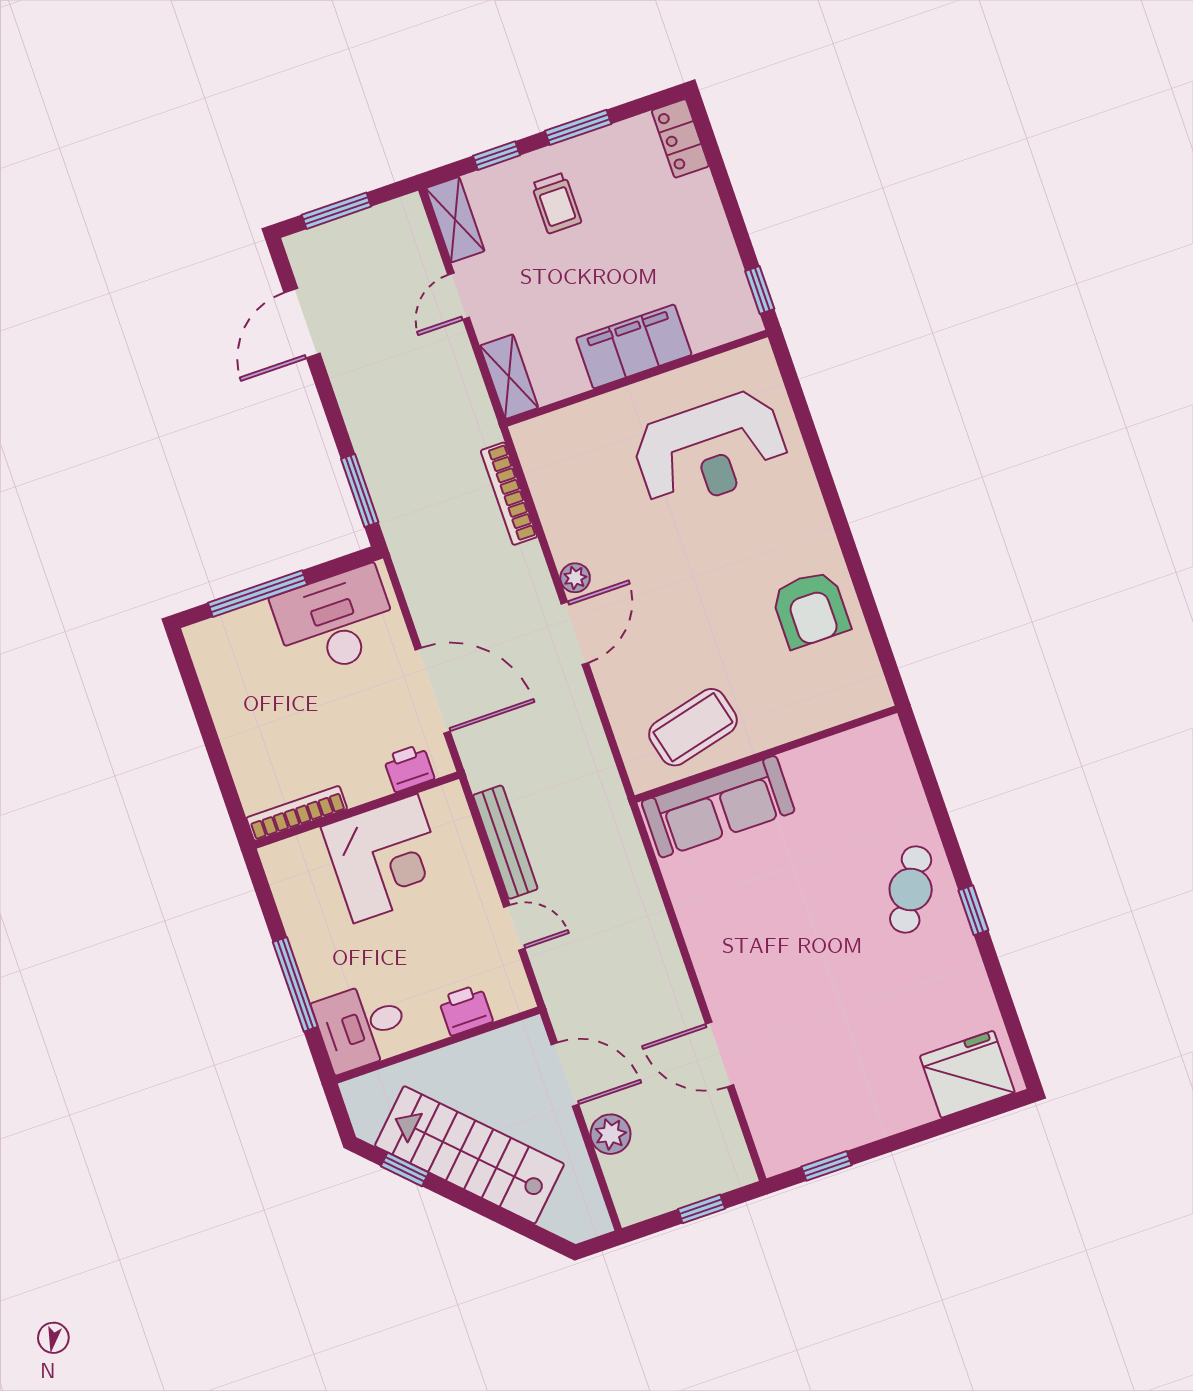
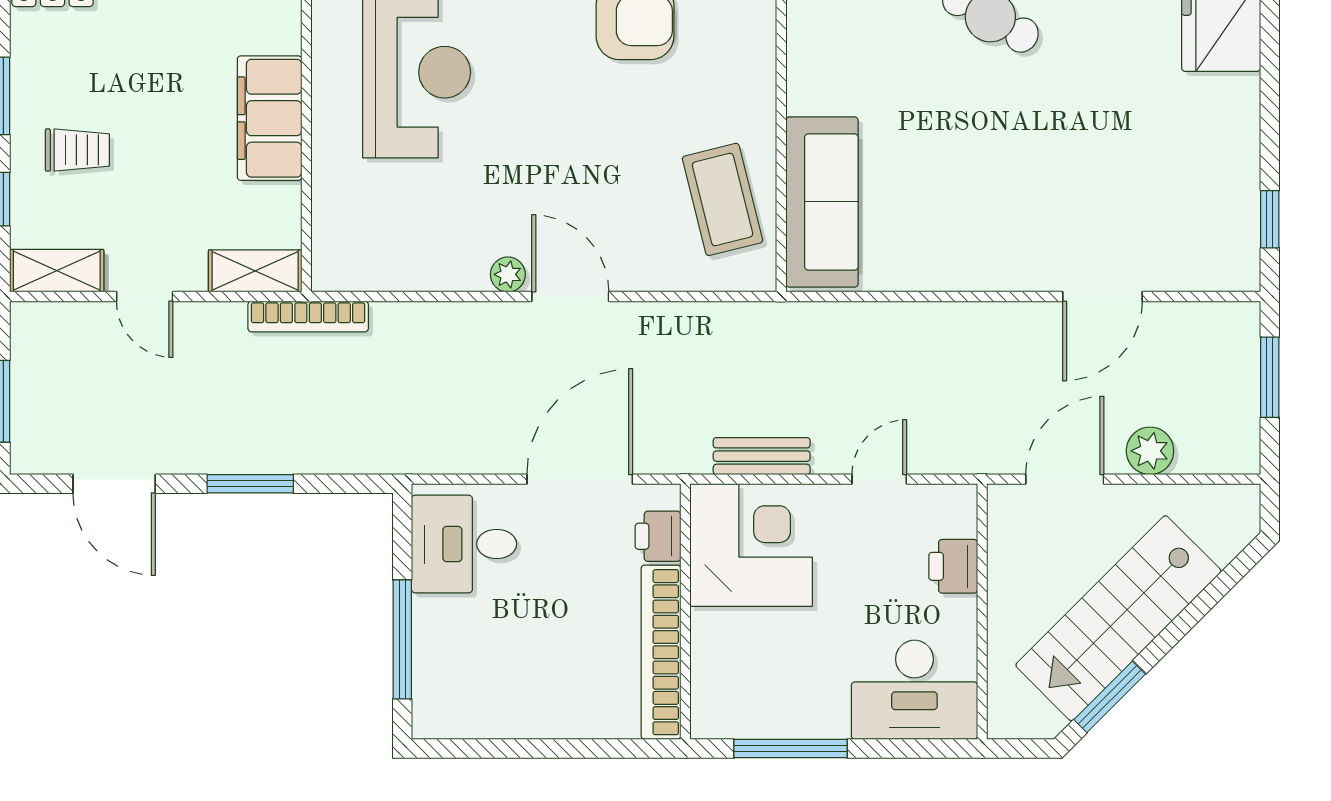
window: (360, 490) -> (250, 484), moved
bookcase: (509, 494) -> (308, 316), moved
desk: (335, 621) -> (464, 544), width x0.73
bookcase: (297, 813) -> (661, 652), width x1.48, depth x1.31
bench: (505, 842) -> (762, 456), width x0.73
corner desk: (385, 859) -> (751, 545), moved
window: (295, 984) -> (791, 749), moved
desk: (362, 1026) -> (914, 690), width x1.37
window: (405, 1169) -> (1110, 697), width x1.50
window: (701, 1209) -> (1270, 377), width x1.50

